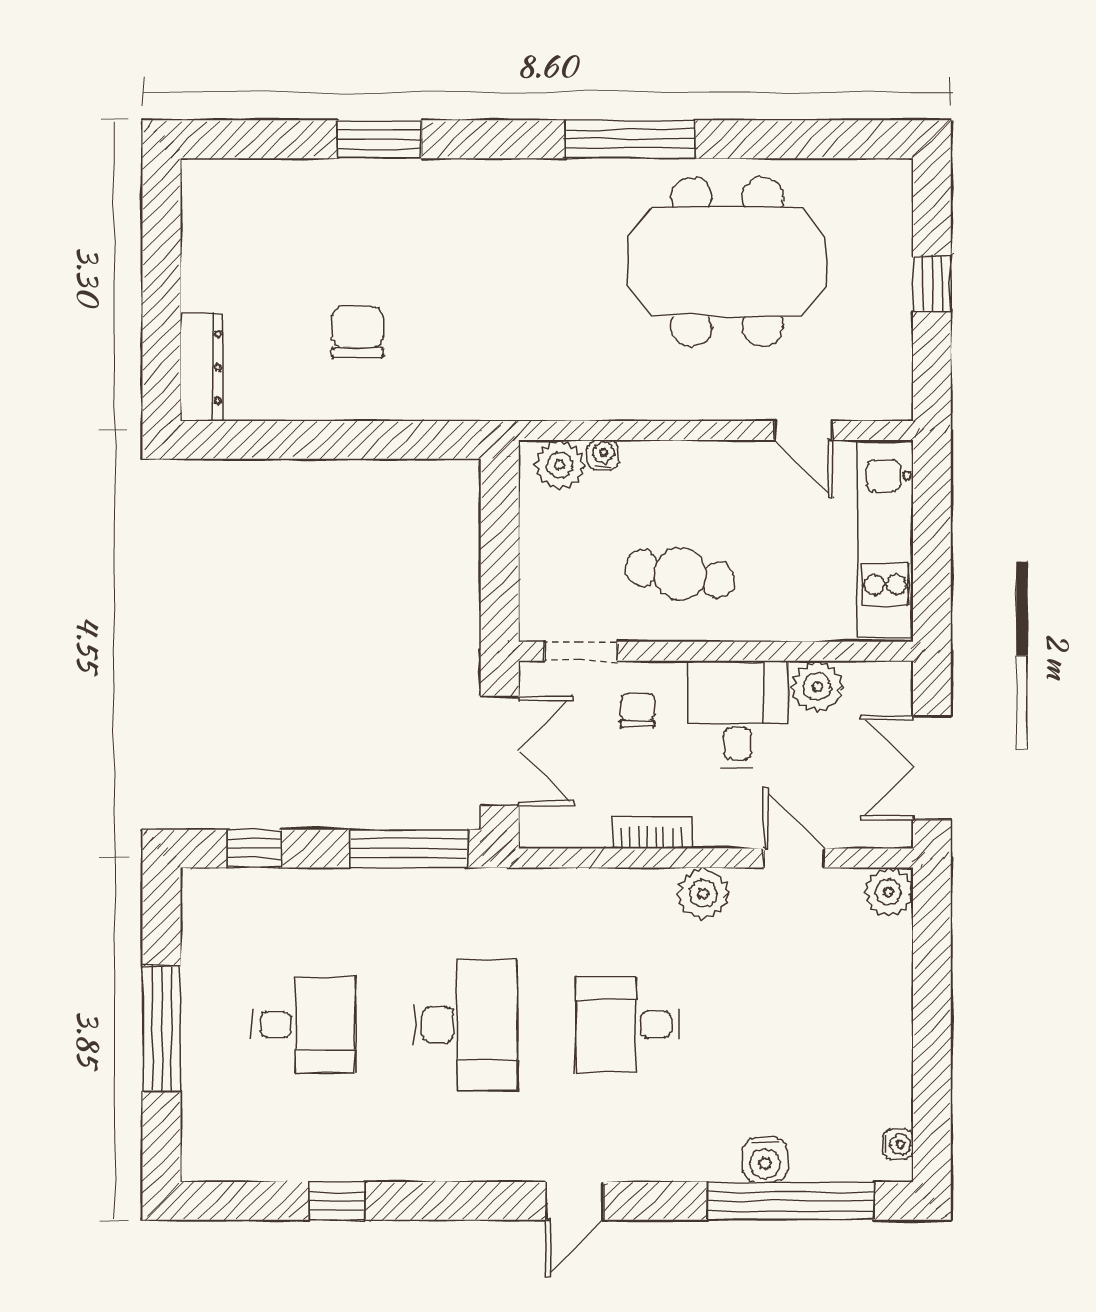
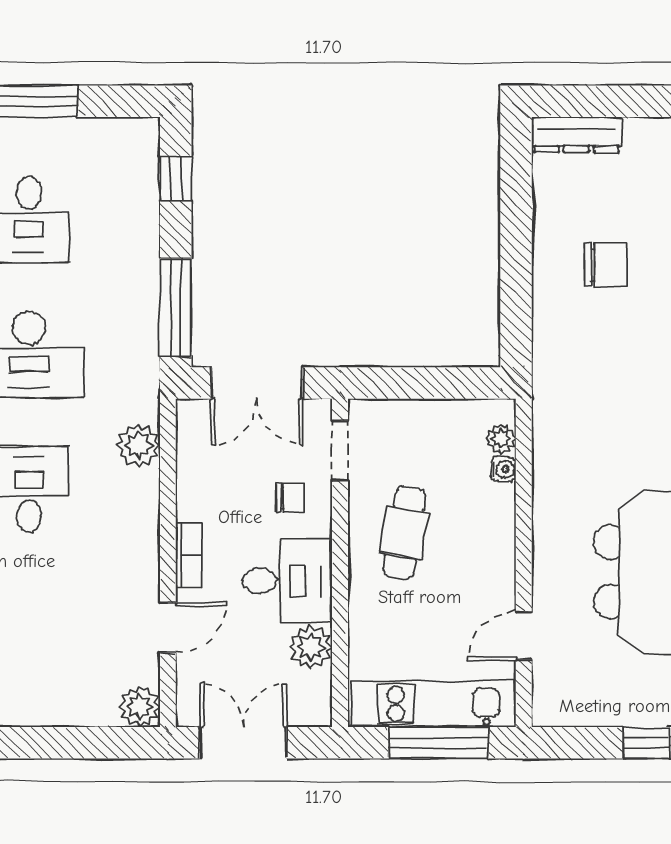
plant: (560, 465) -> (501, 438), width x0.73, depth x0.73
window: (932, 533) -> (439, 743), added
bookcase: (652, 833) -> (189, 556), moved
plant: (703, 893) -> (138, 445), moved

